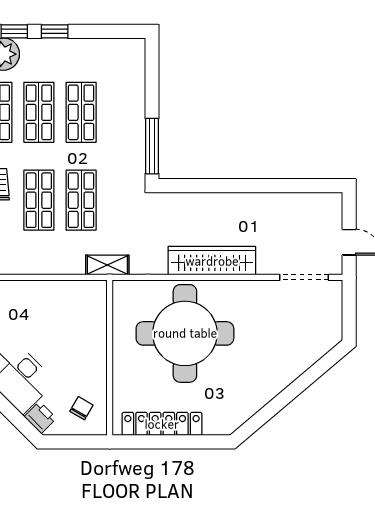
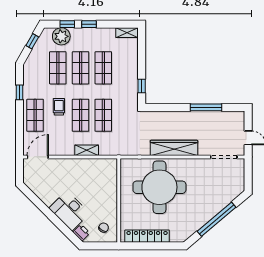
shelving: (125, 47) -> (127, 33), added
window: (152, 146) -> (142, 86), width x0.46
window: (271, 186) -> (206, 107), added
shelving: (107, 265) -> (87, 150), moved
window: (290, 393) -> (216, 219), added

